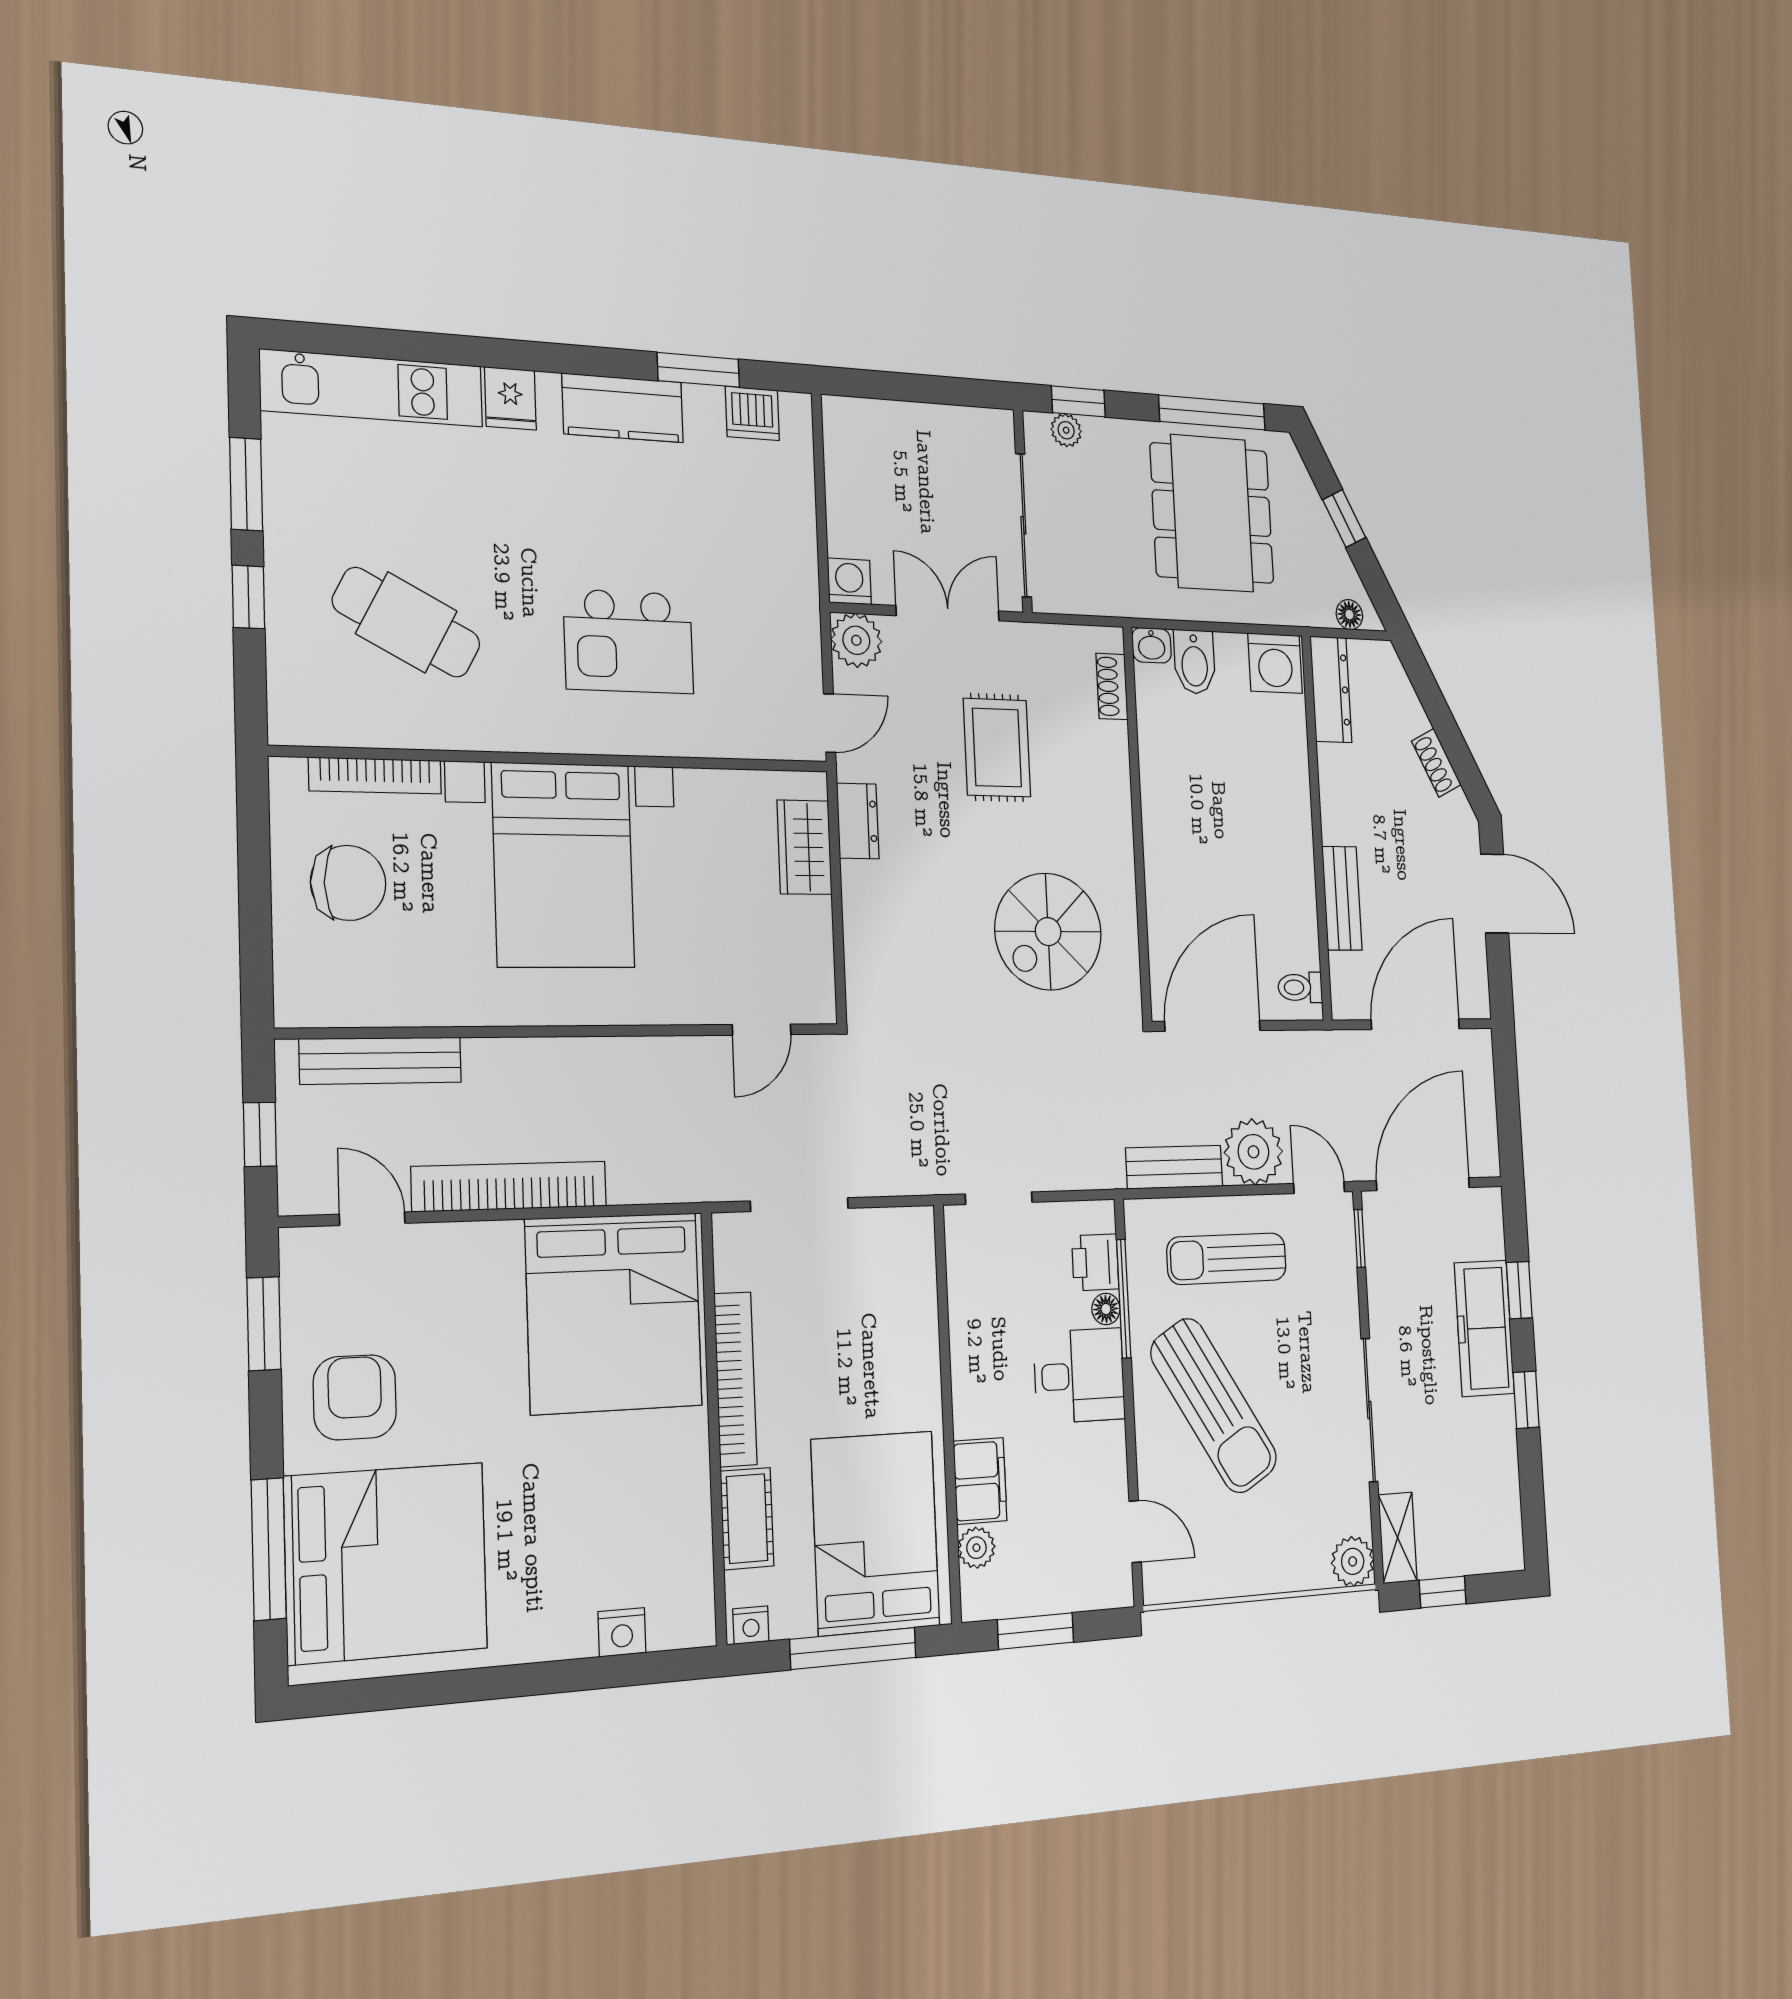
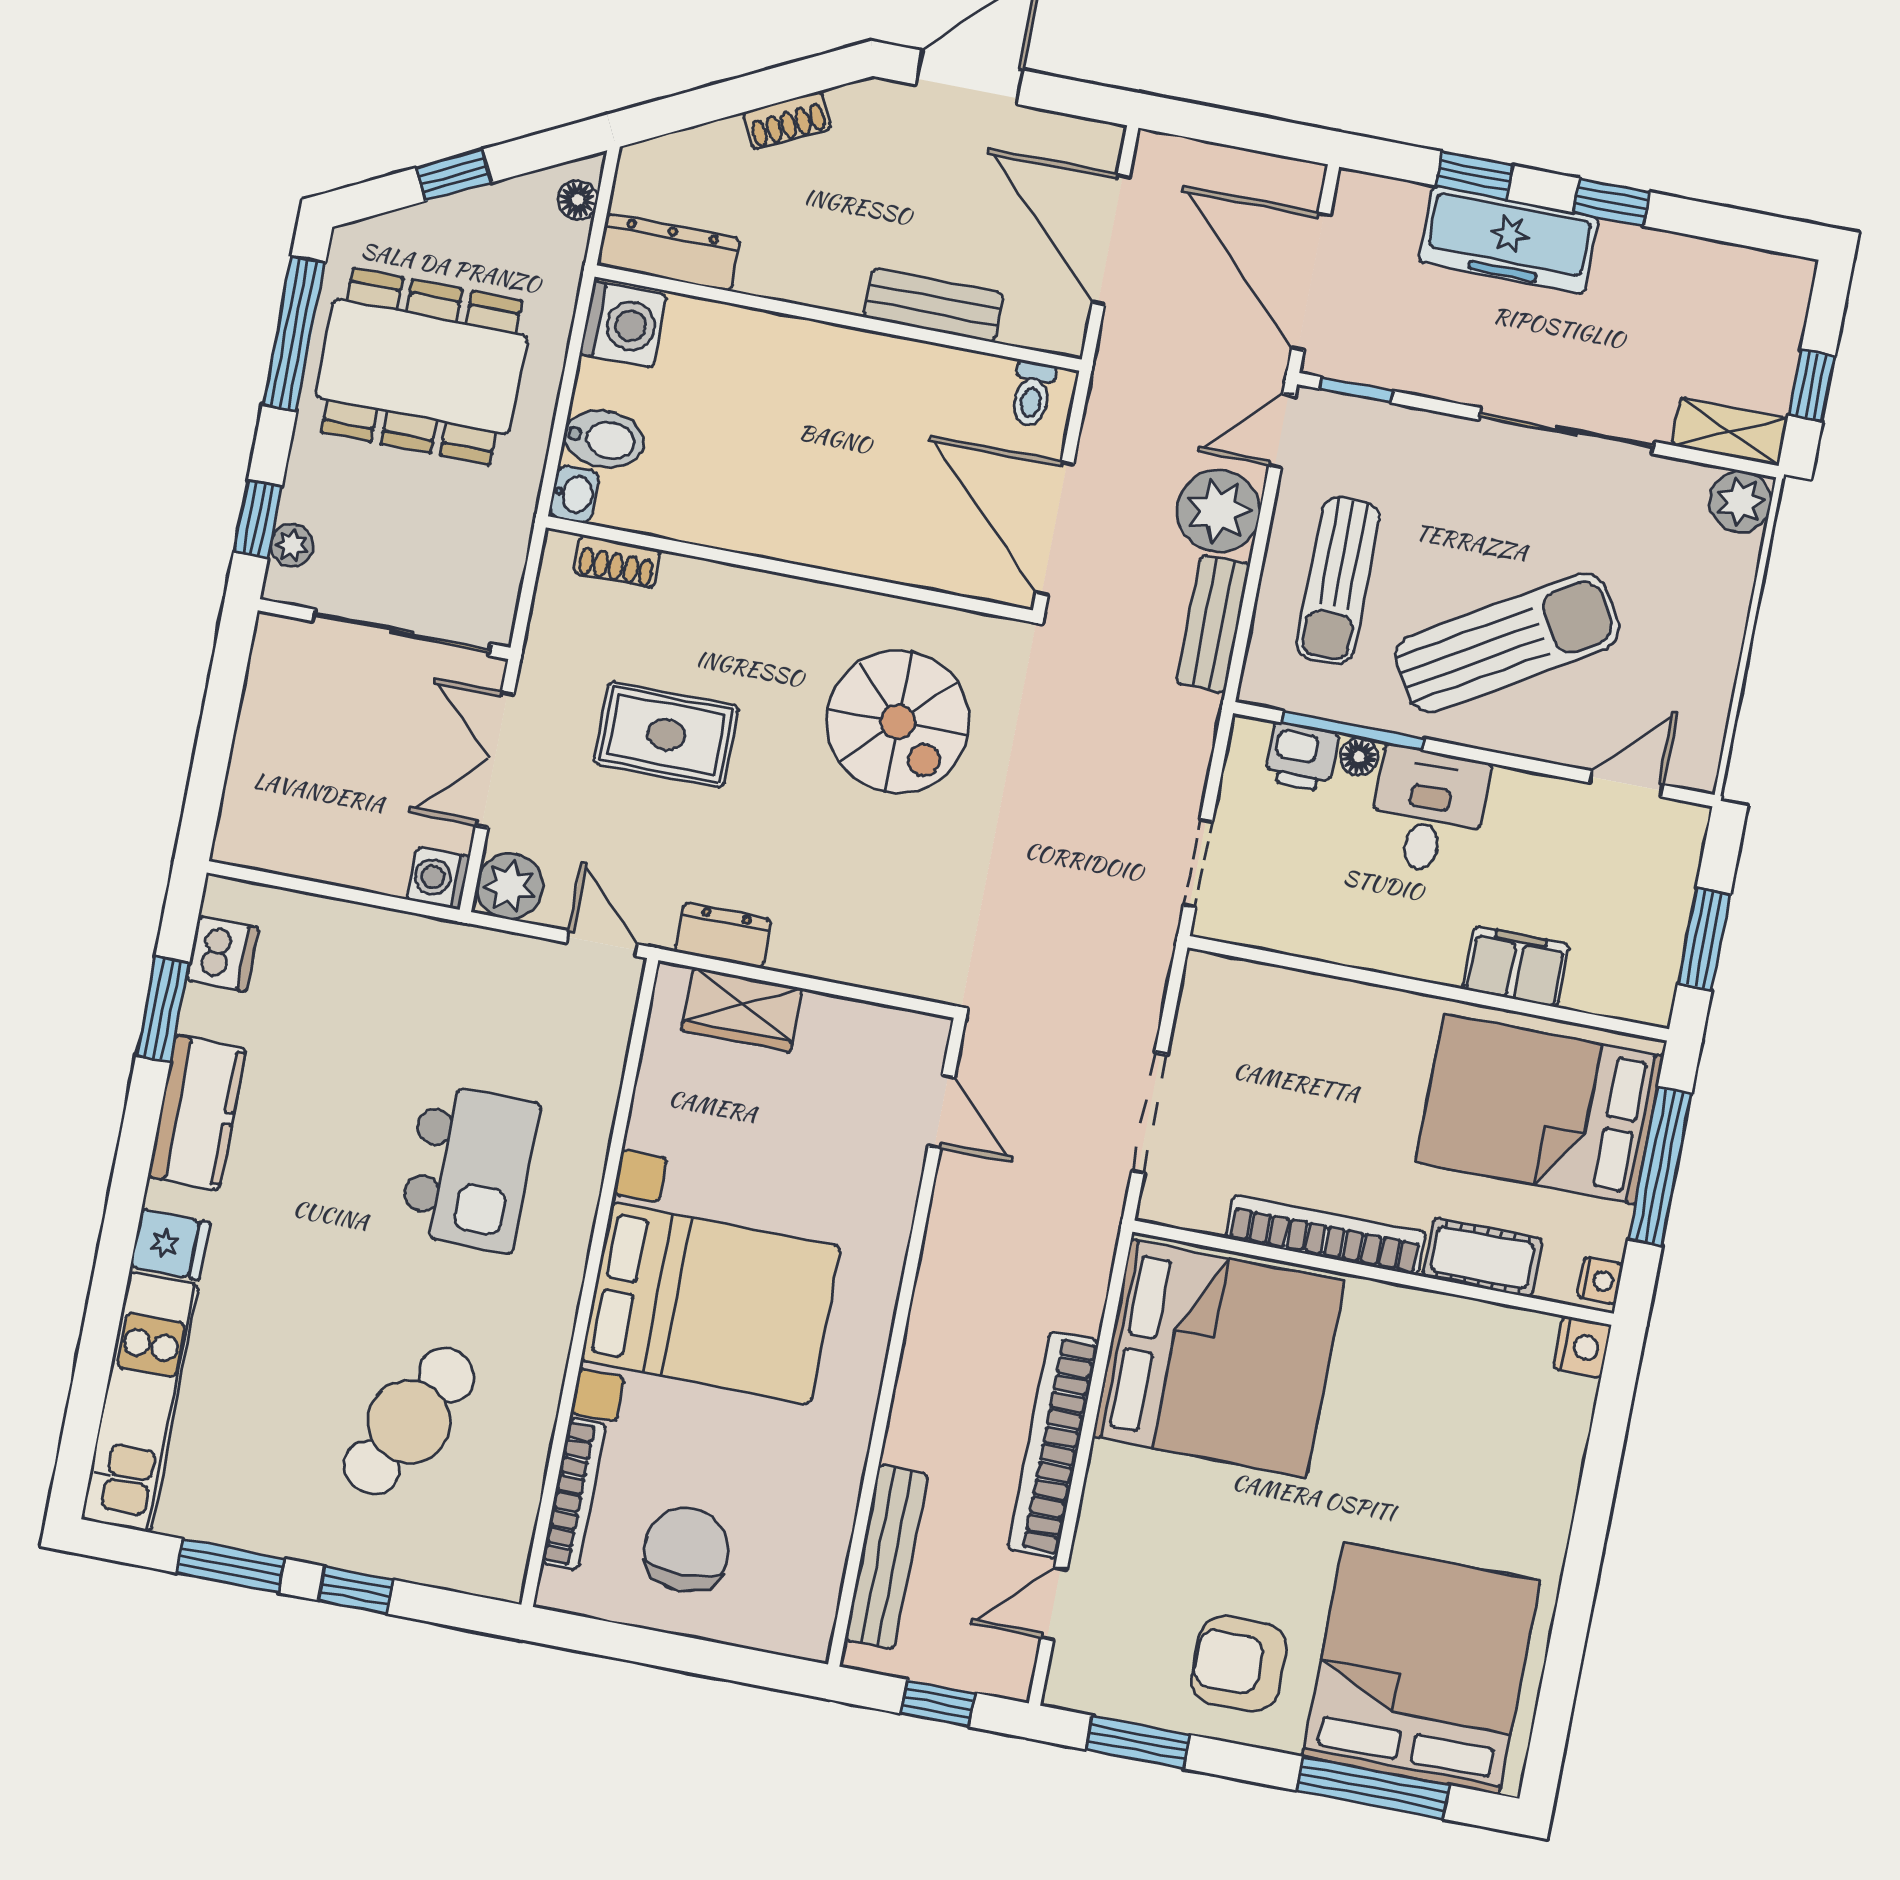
plant: (976, 1548) -> (1590, 990), removed
nightstand: (622, 1632) -> (1582, 1347), moved

